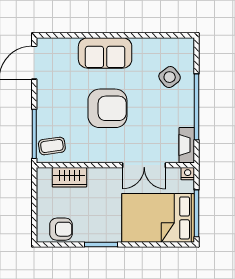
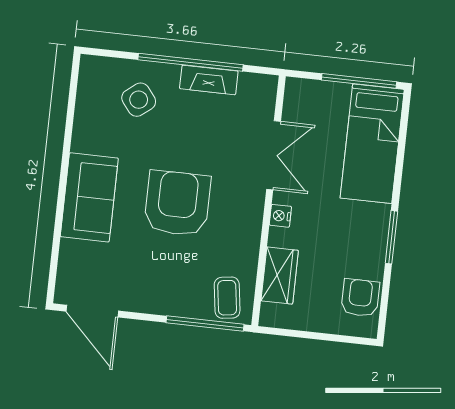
fireplace: (187, 145) -> (209, 80), moved
nightstand: (188, 174) -> (280, 216), moved
bed: (158, 218) -> (372, 144), width x0.67

